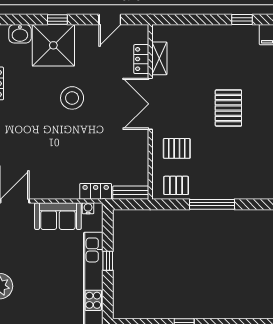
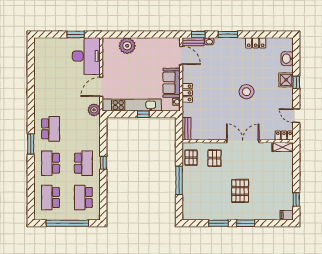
shower: (53, 45) -> (286, 80), width x0.54, depth x0.54
shelving: (159, 58) -> (283, 147), moved
locker: (141, 59) -> (284, 136), moved
pallet: (228, 108) -> (240, 191), turned 90
locker: (96, 191) -> (187, 93), moved

